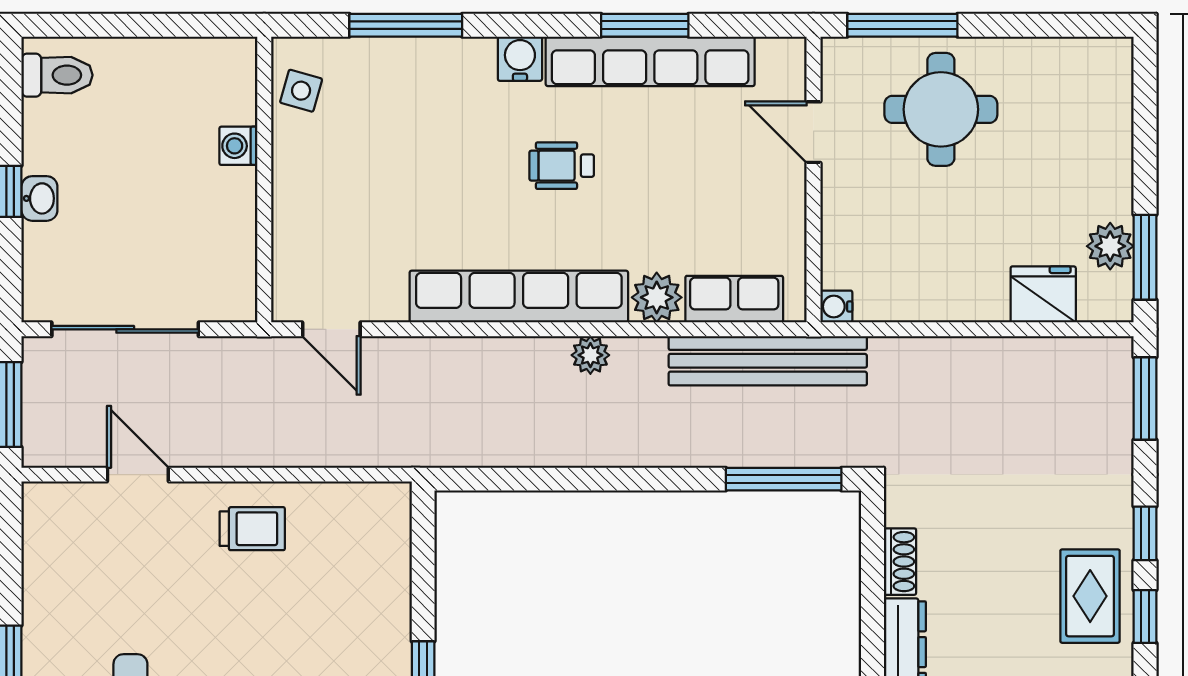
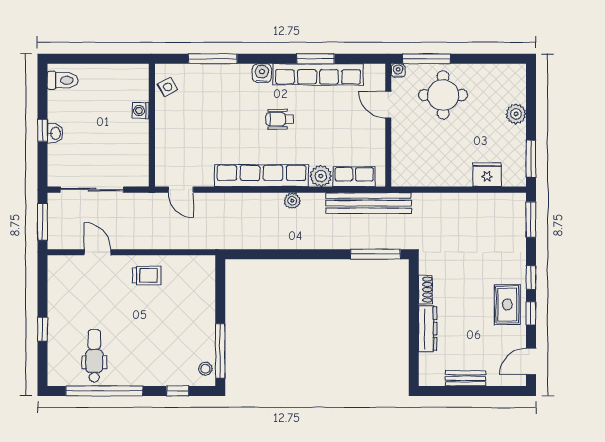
side table: (301, 91) -> (168, 87), turned 45
plant: (1110, 246) -> (516, 114), moved
water cooler: (836, 307) -> (398, 70), moved, turned 90

